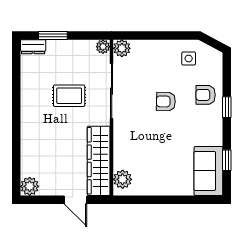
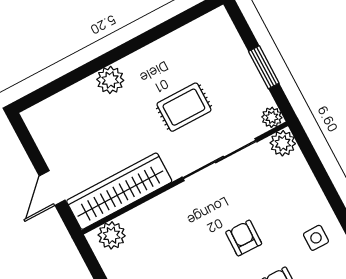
window: (53, 36) -> (264, 67), moved
dresser: (33, 47) -> (223, 26), removed
rug: (69, 96) -> (184, 107), turned 90
plant: (30, 186) -> (110, 80), moved

